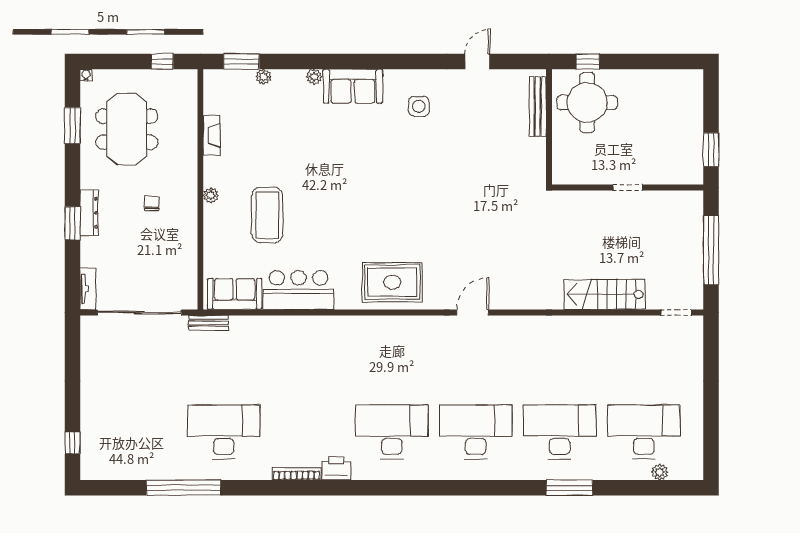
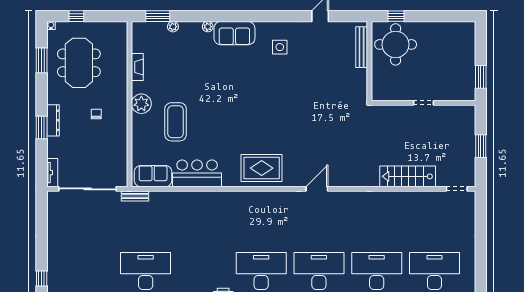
window: (162, 61) -> (76, 16), moved
plant: (211, 195) -> (141, 104), width x1.88, depth x1.88
window: (711, 250) -> (481, 146), width x0.47

